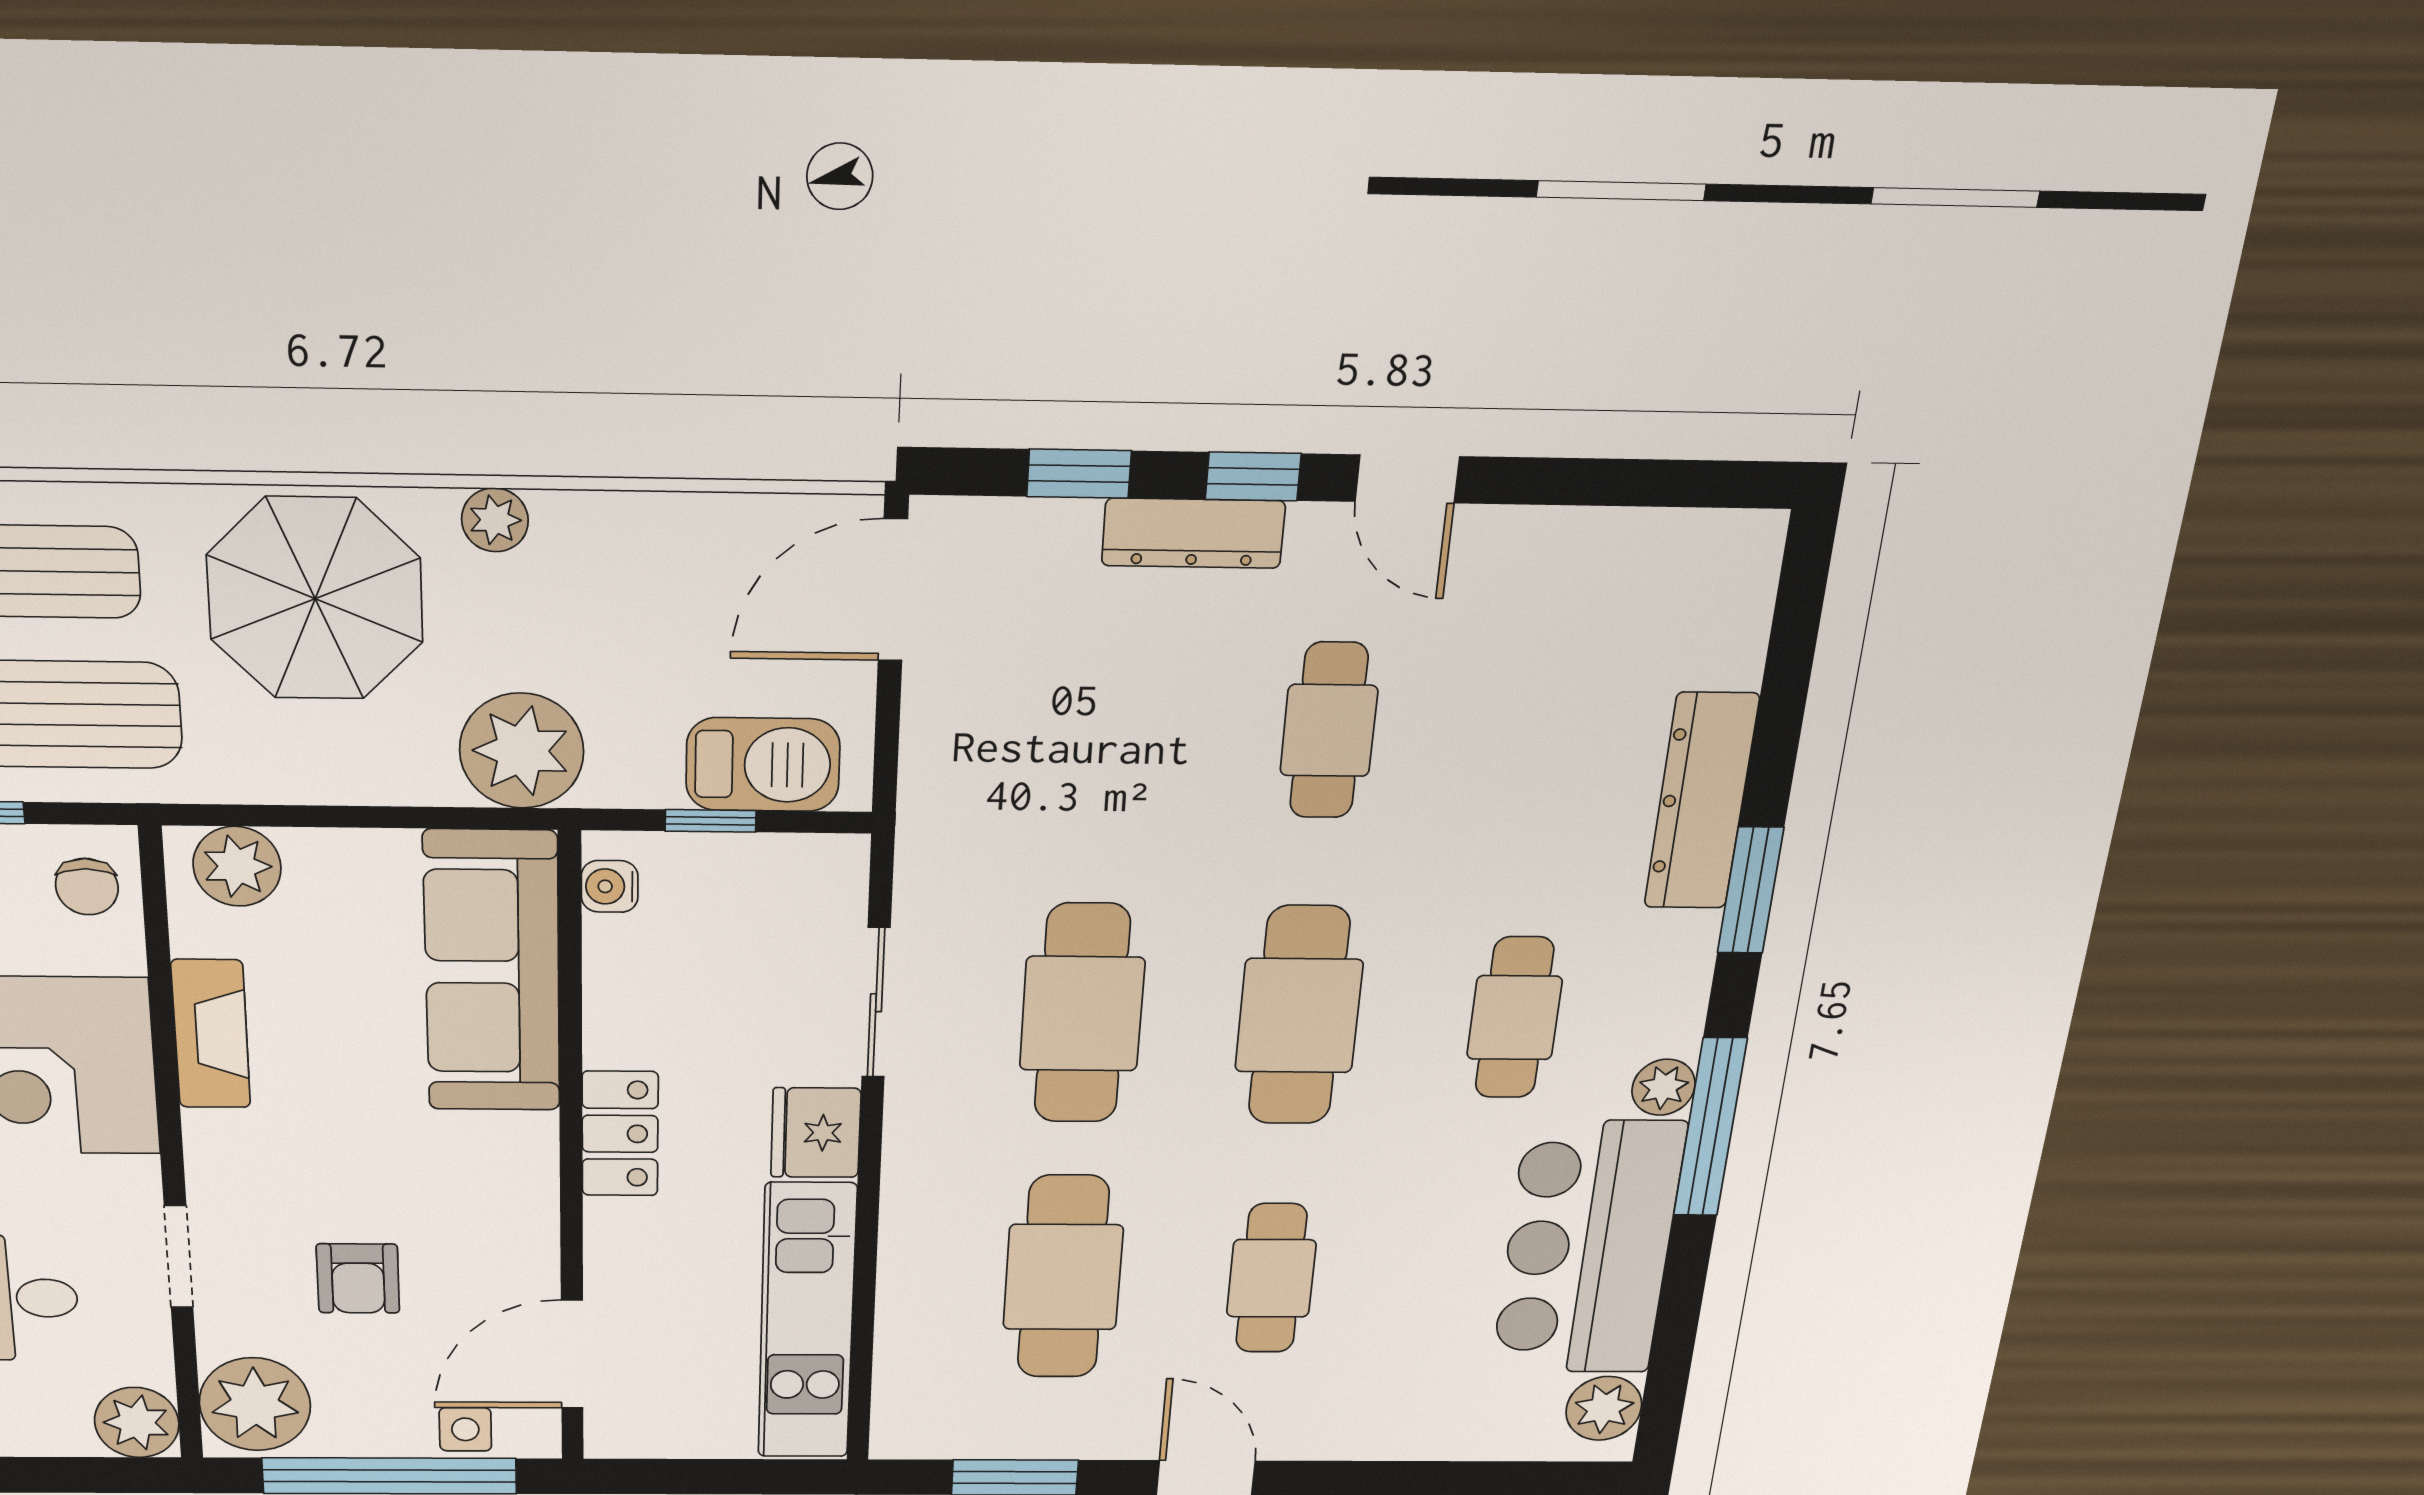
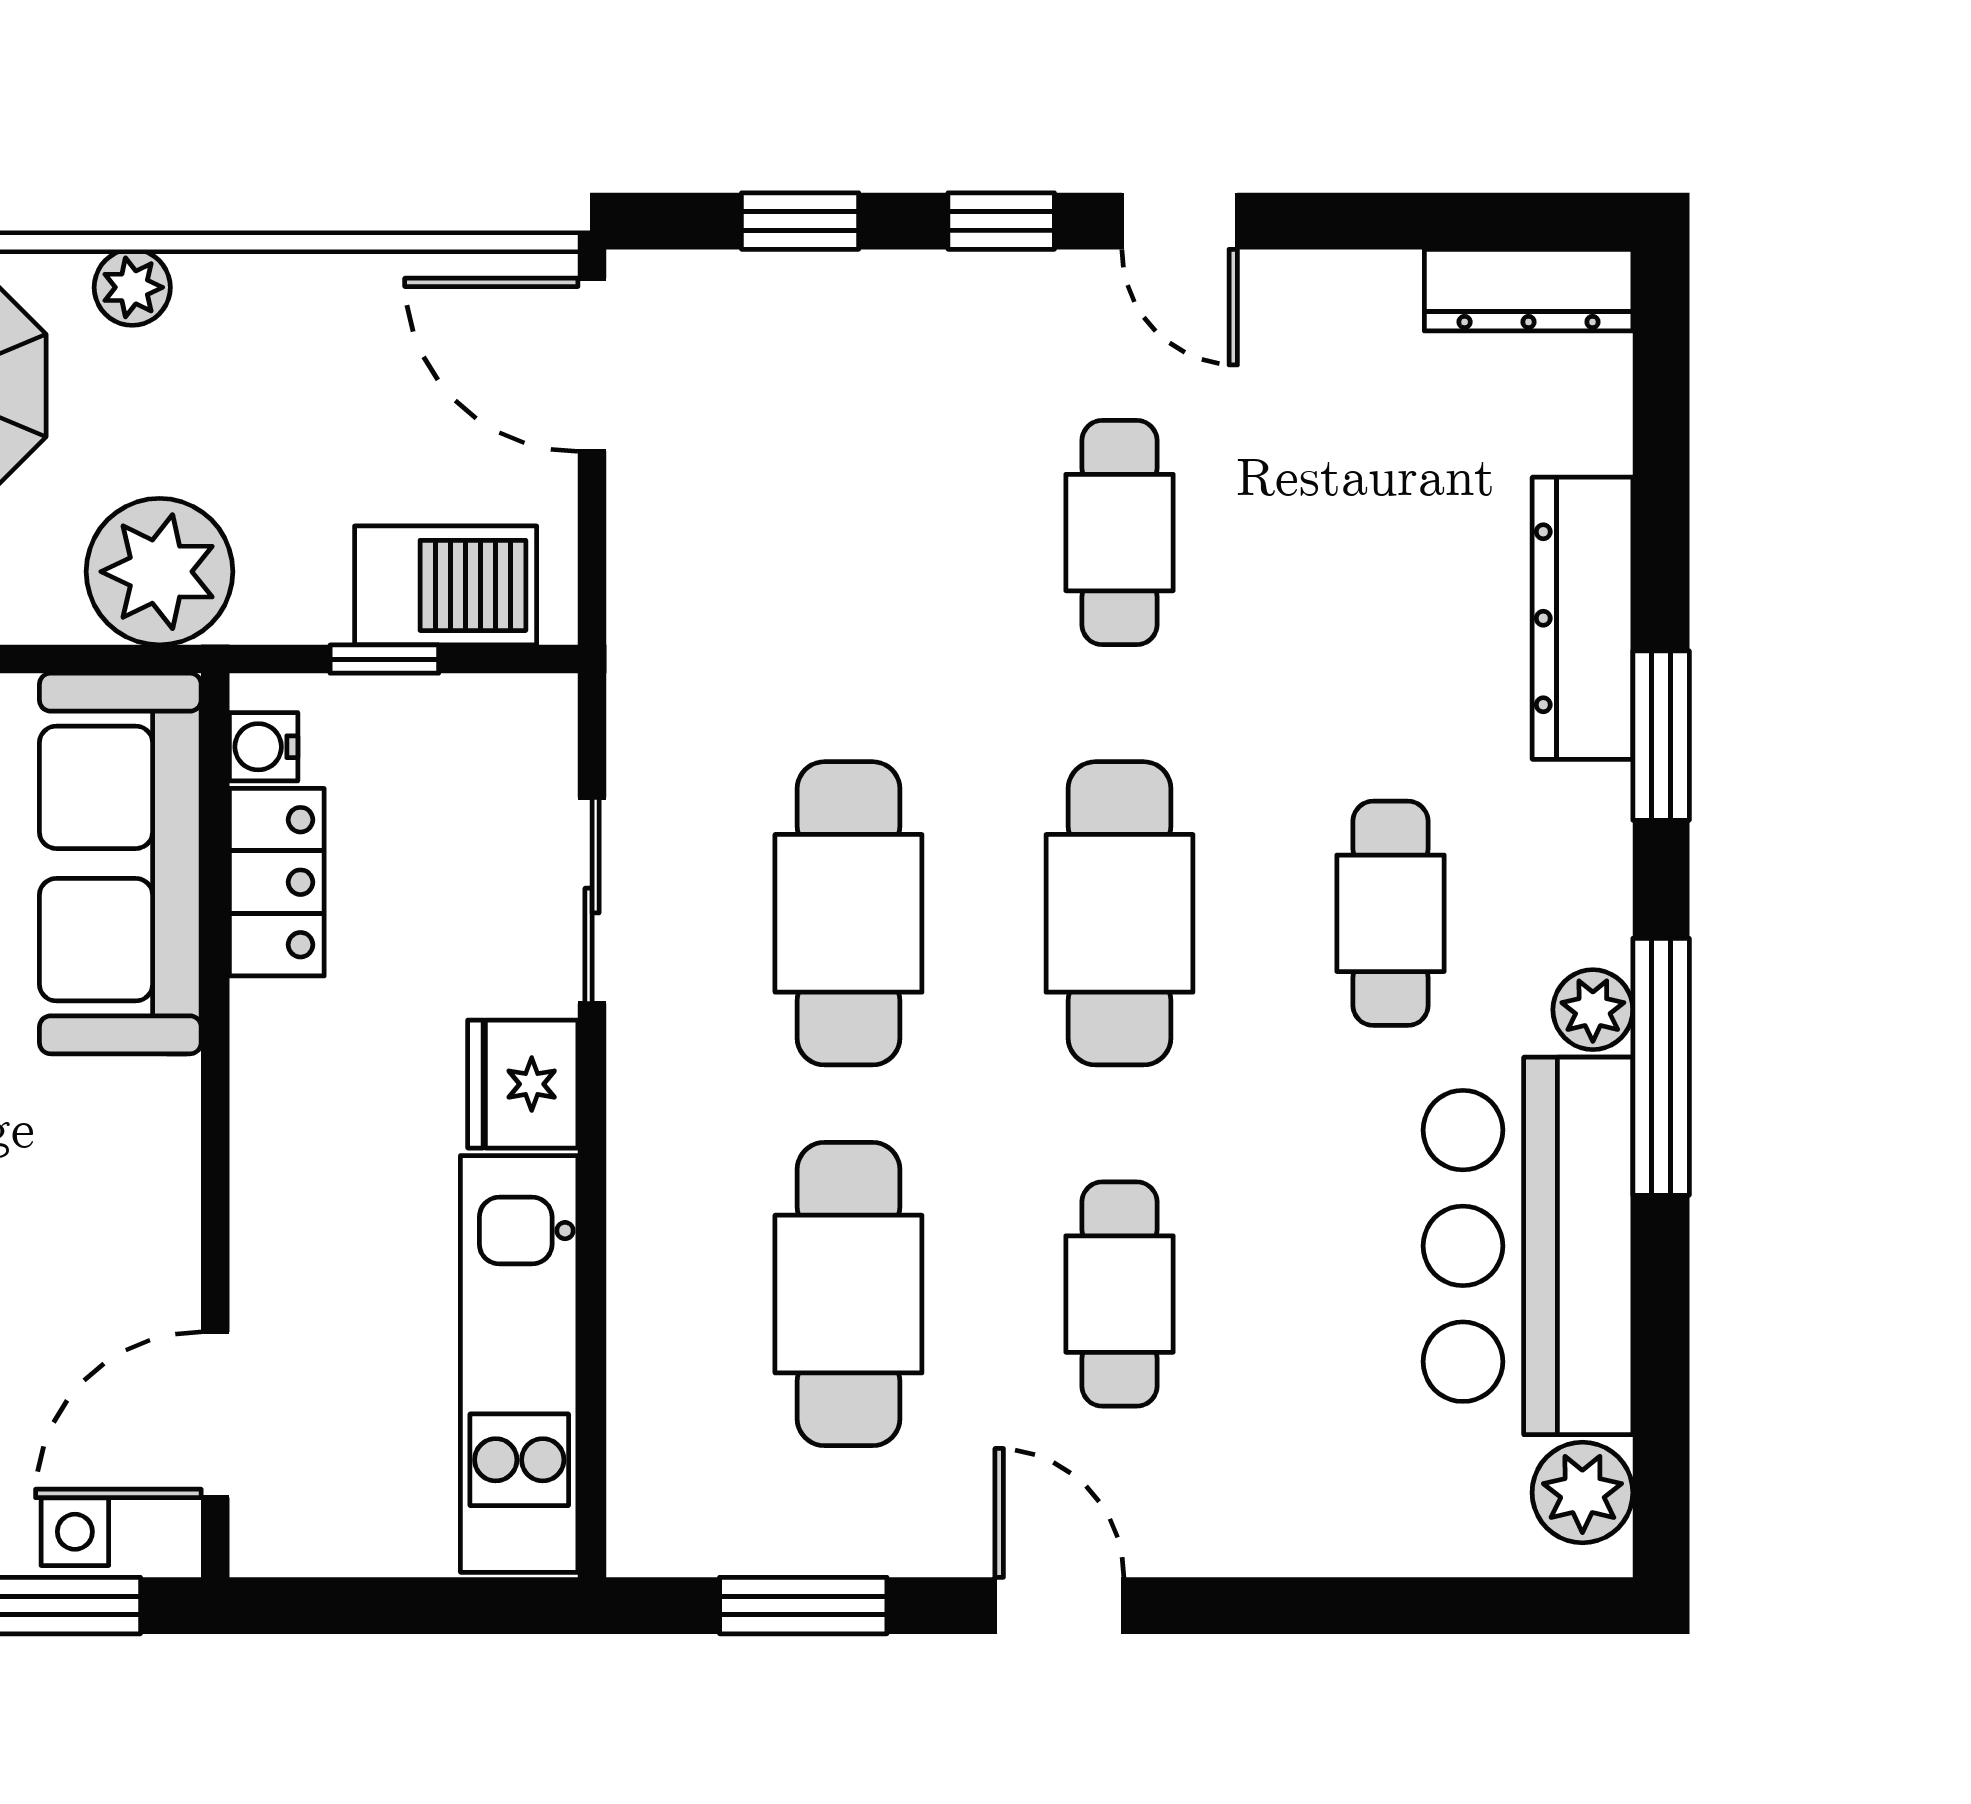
dresser: (1193, 533) -> (1529, 290), moved
door: (893, 590) -> (592, 365), hinge flipped
locker: (620, 1134) -> (277, 882), moved

